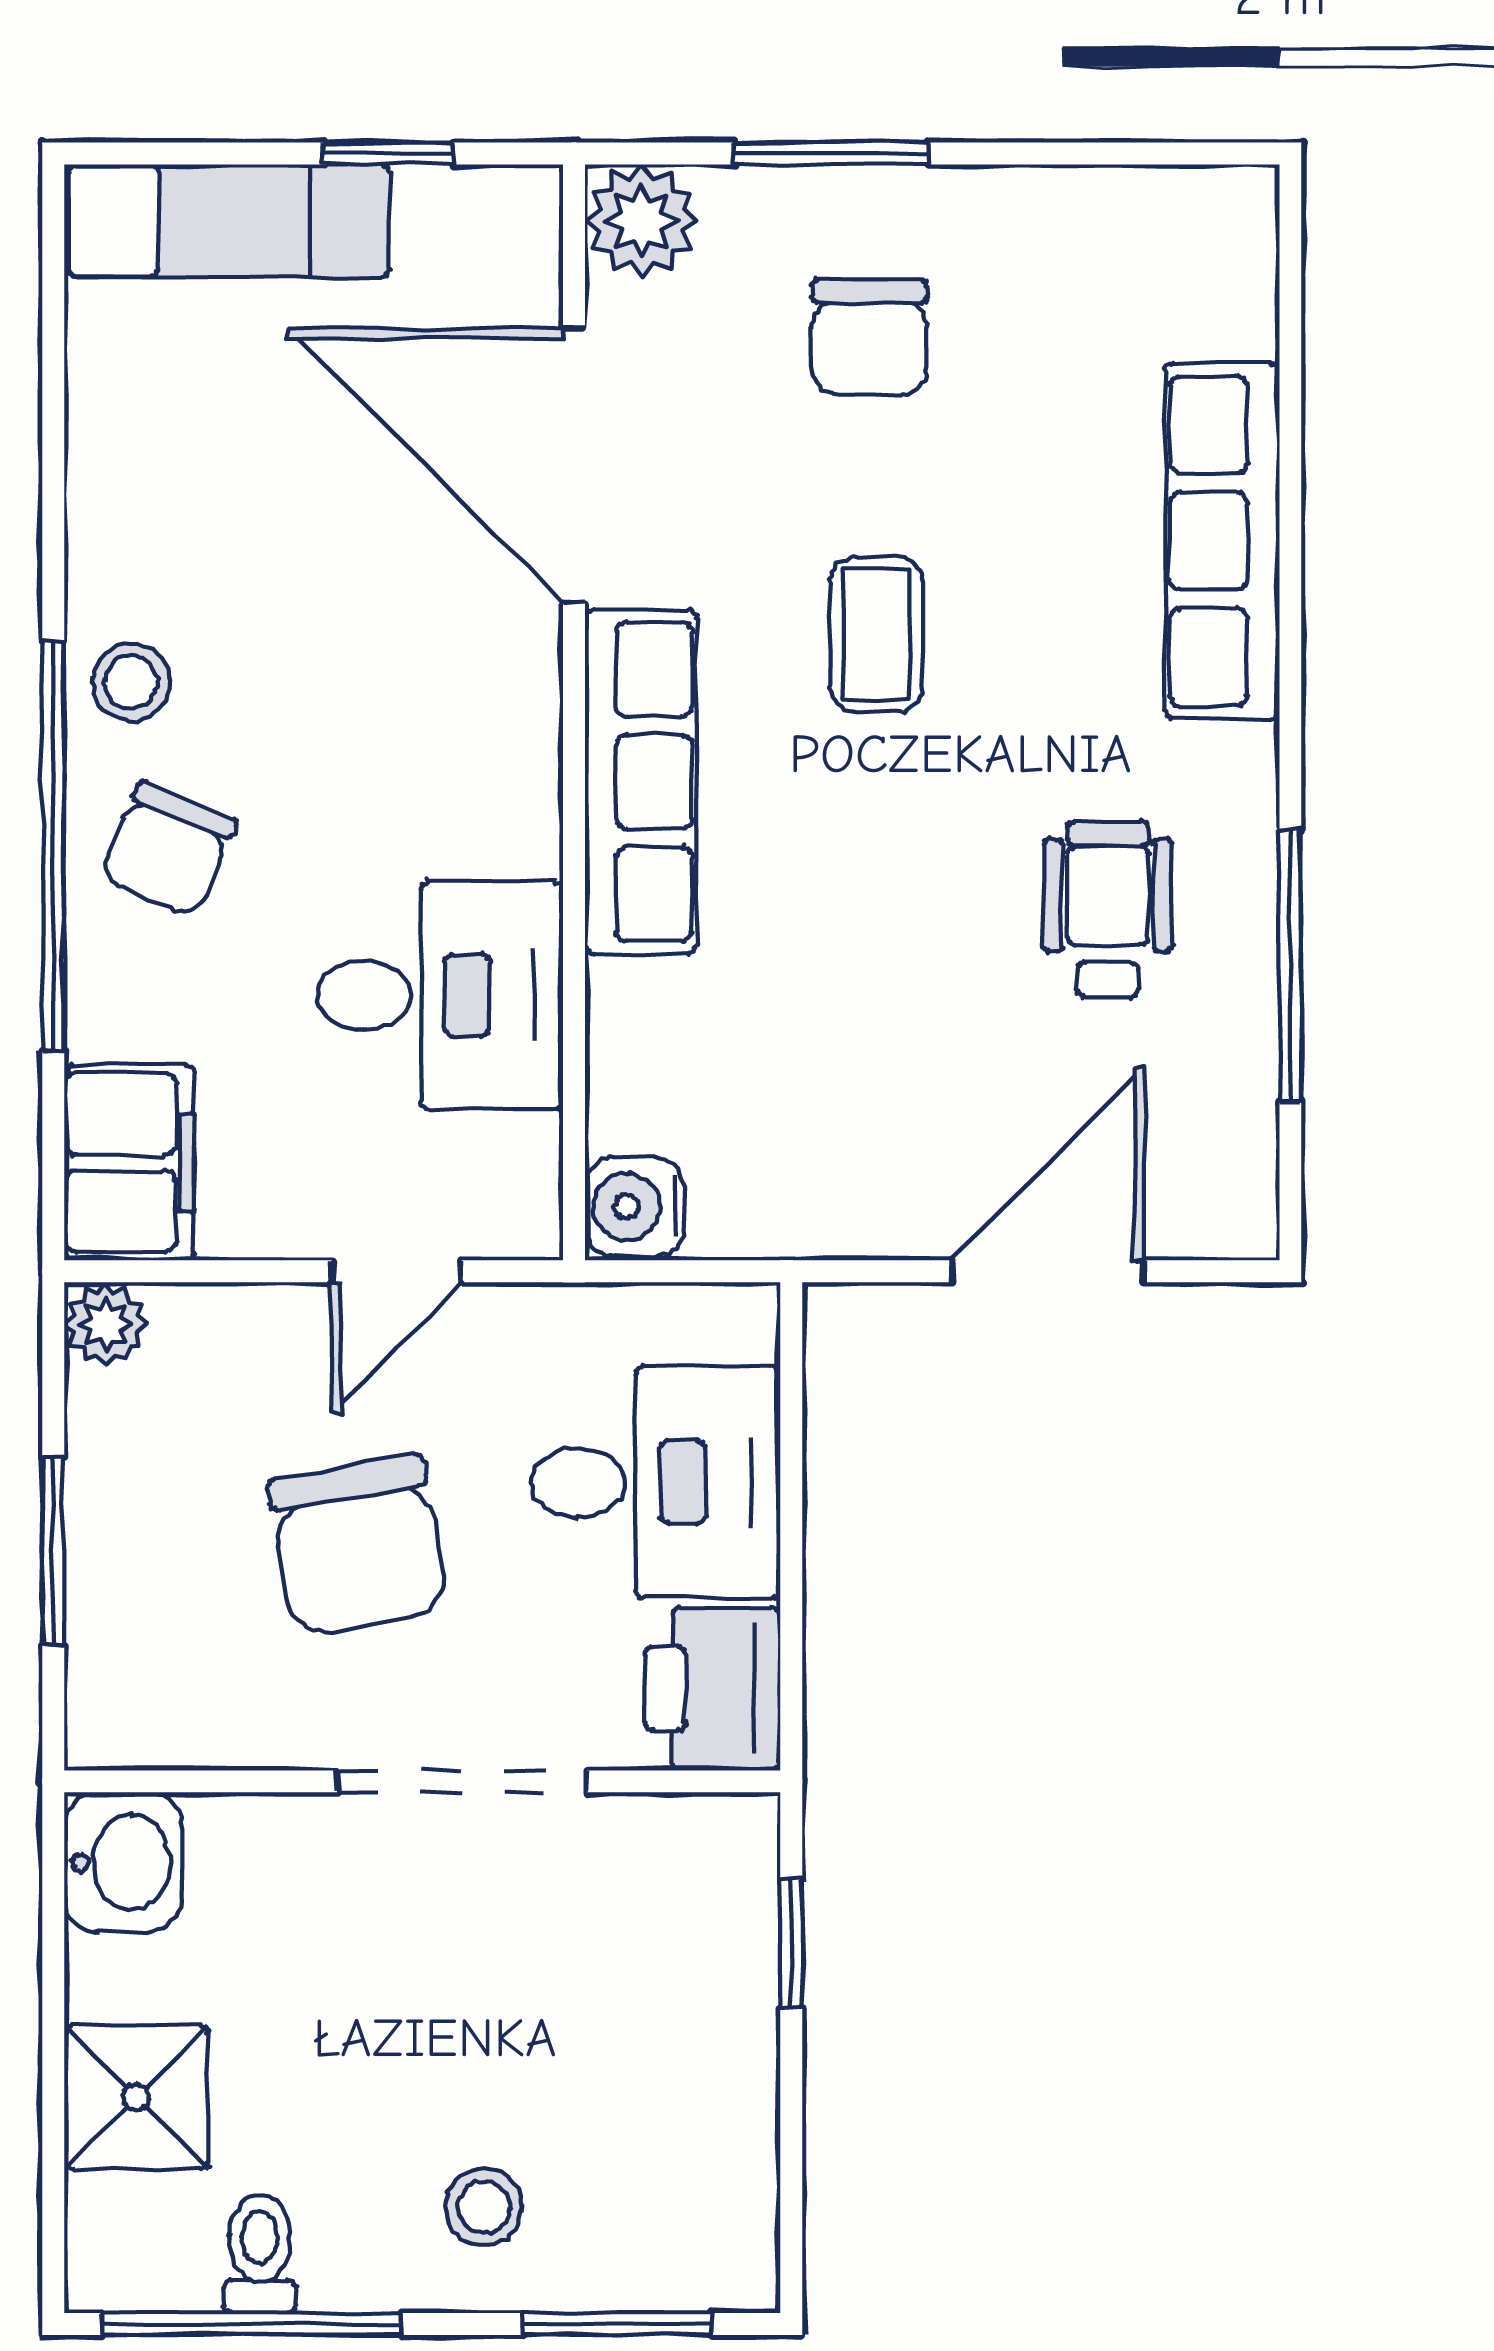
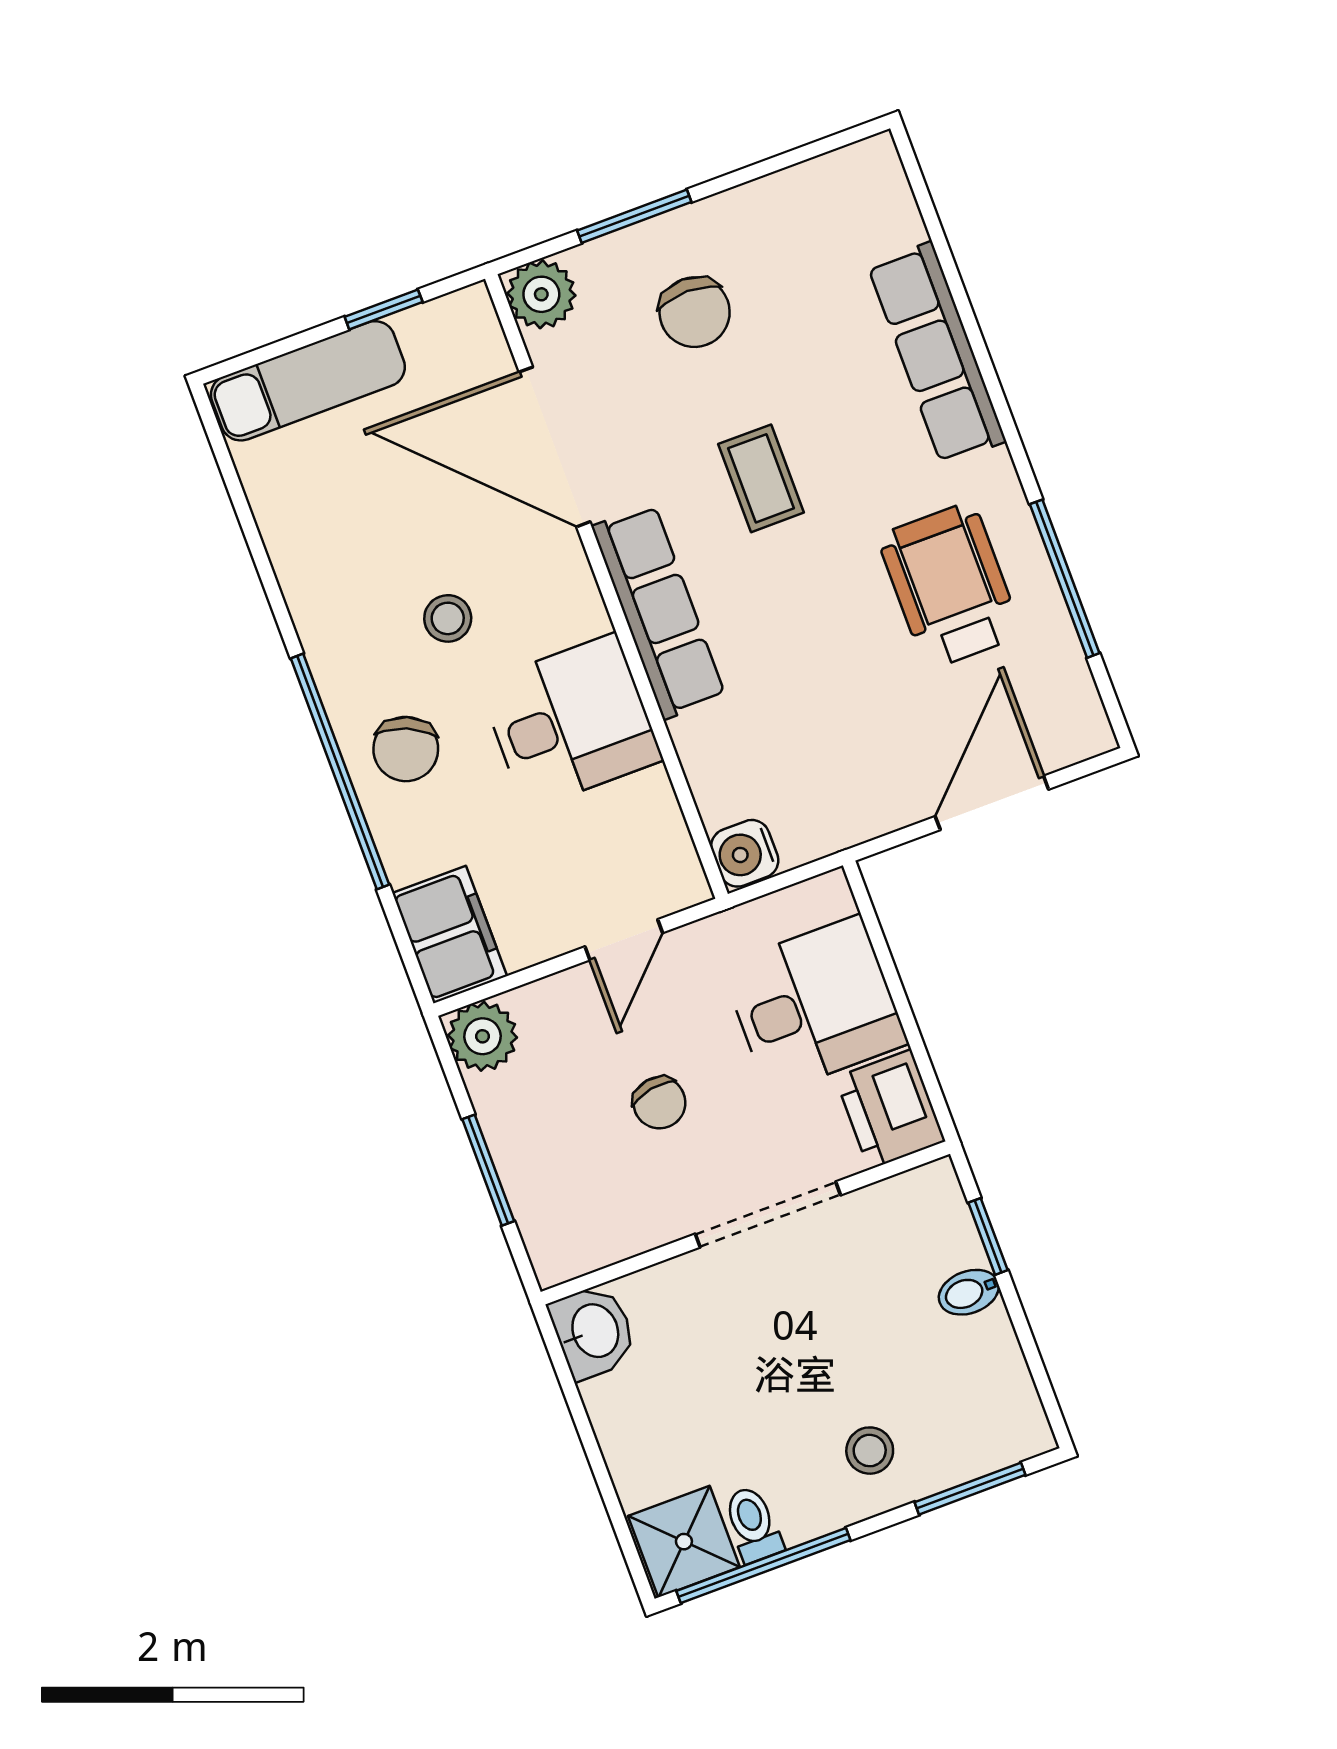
stool: (131, 682) -> (448, 618), moved
wheelchair: (1108, 909) -> (950, 586), width x1.36, depth x1.37
desk: (440, 995) -> (571, 722), moved
plant: (106, 1324) -> (482, 1036), width x1.38, depth x1.38
chair: (358, 1545) -> (659, 1103), width x0.54, depth x0.54
bidet: (729, 2018) -> (969, 1292), added
shower: (136, 2097) -> (684, 1542), moved

